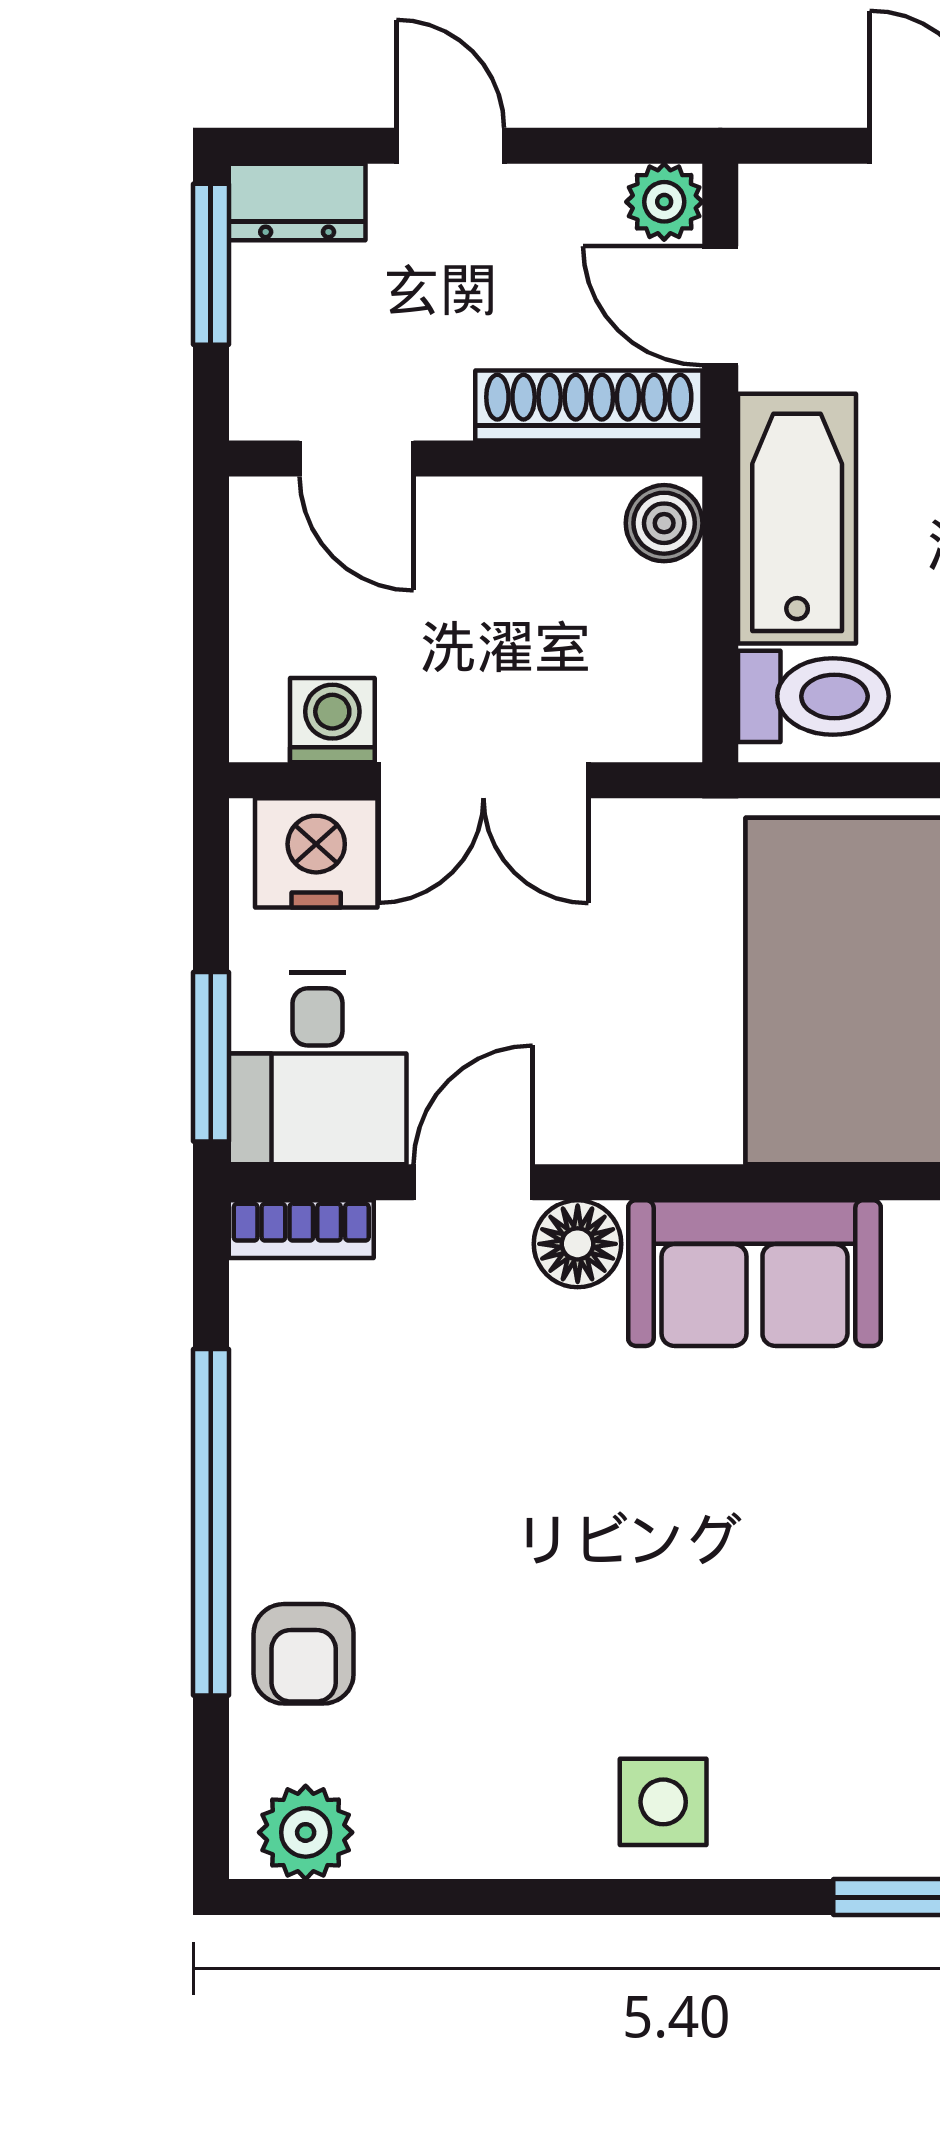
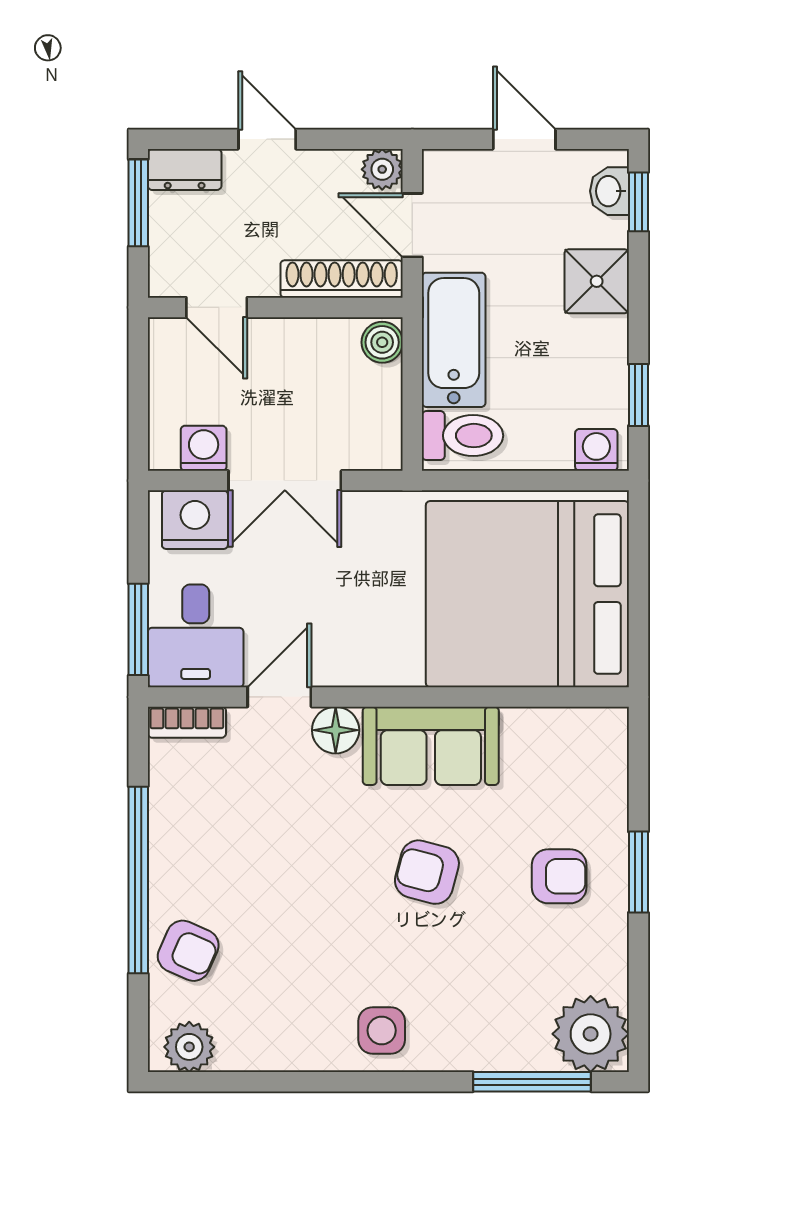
armchair: (747, 1508) -> (427, 872), added
armchair: (304, 1654) -> (188, 951), turned -66

